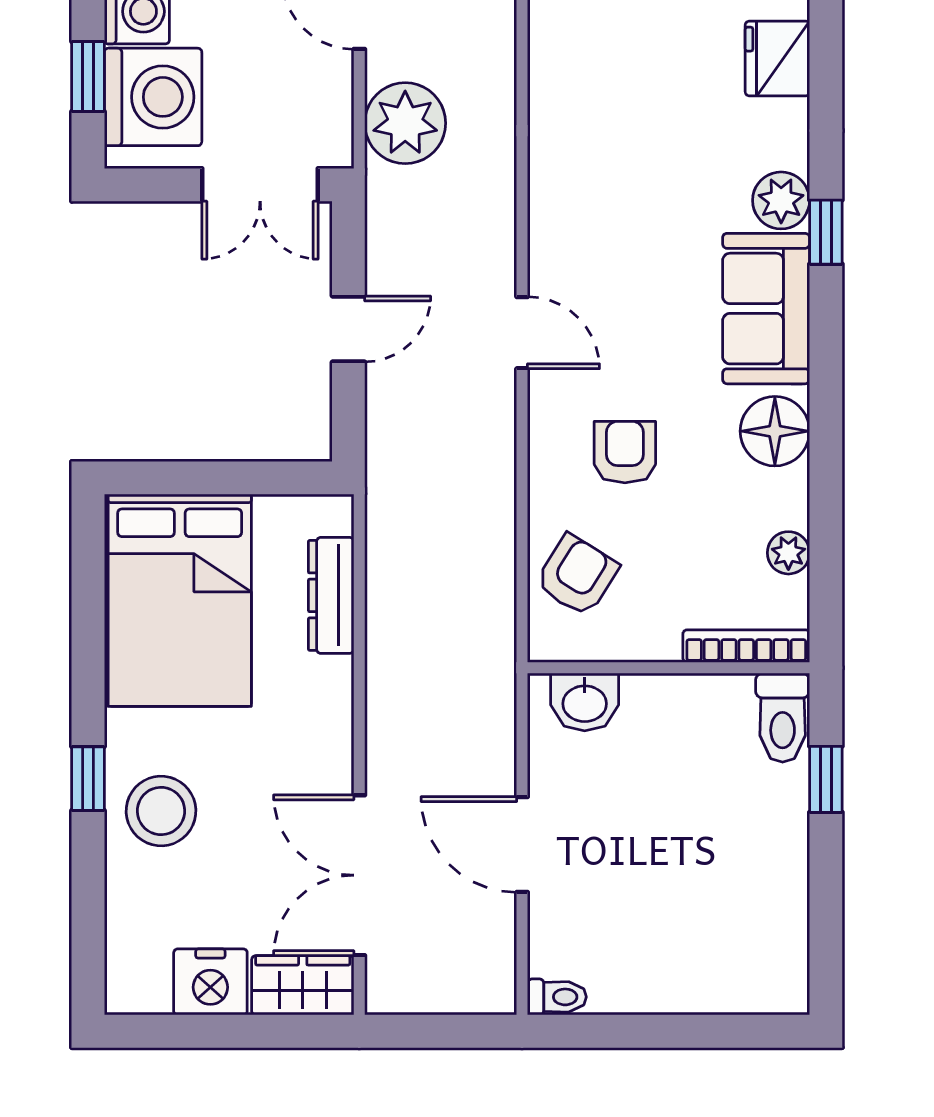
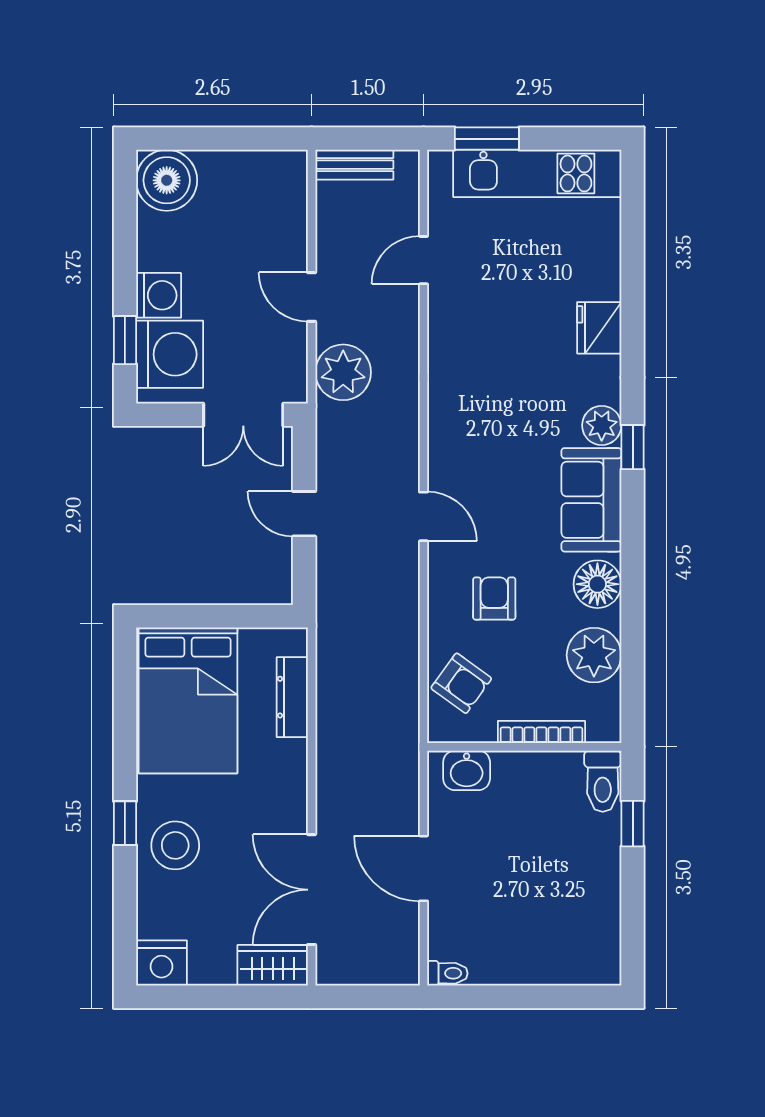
door: (348, 329) -> (304, 514), swing flipped
plant: (788, 553) -> (594, 655), width x1.87, depth x1.87
armchair: (577, 575) -> (461, 683), turned 94
bookcase: (746, 646) -> (541, 732), moved
nightstand: (210, 982) -> (161, 963), moved

